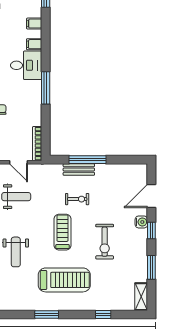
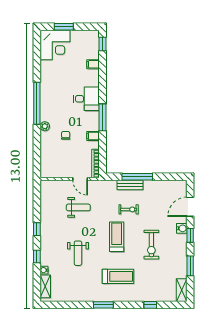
filing cabinet: (34, 44) -> (93, 136), moved
treadmill: (64, 280) -> (118, 276), width x0.73, depth x0.73

